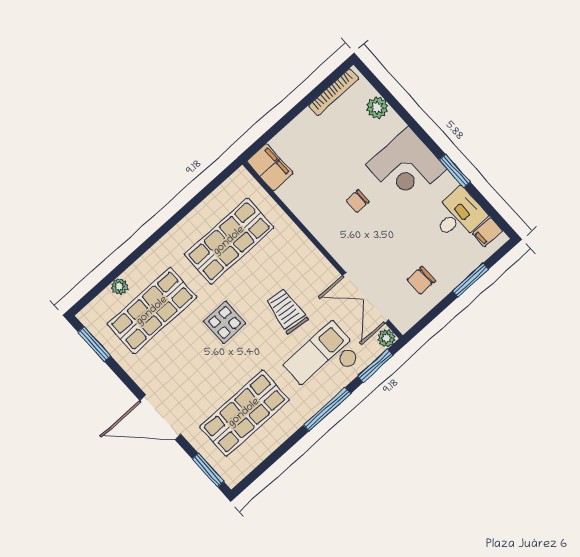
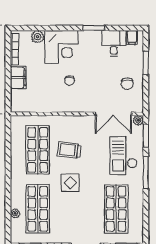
filing cabinet: (270, 167) -> (18, 78), moved, turned 90
corner desk: (406, 167) -> (61, 47), moved
trolley: (287, 311) -> (69, 150), moved

